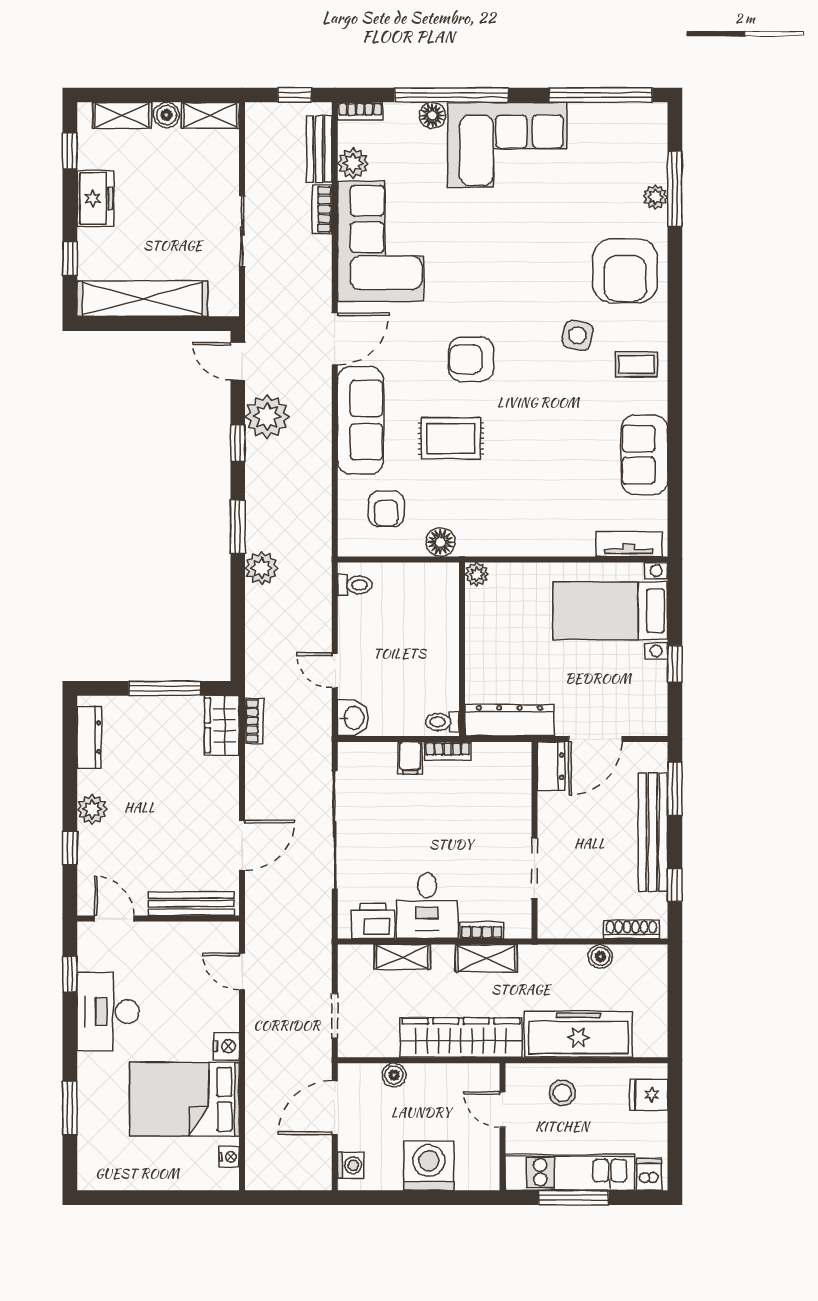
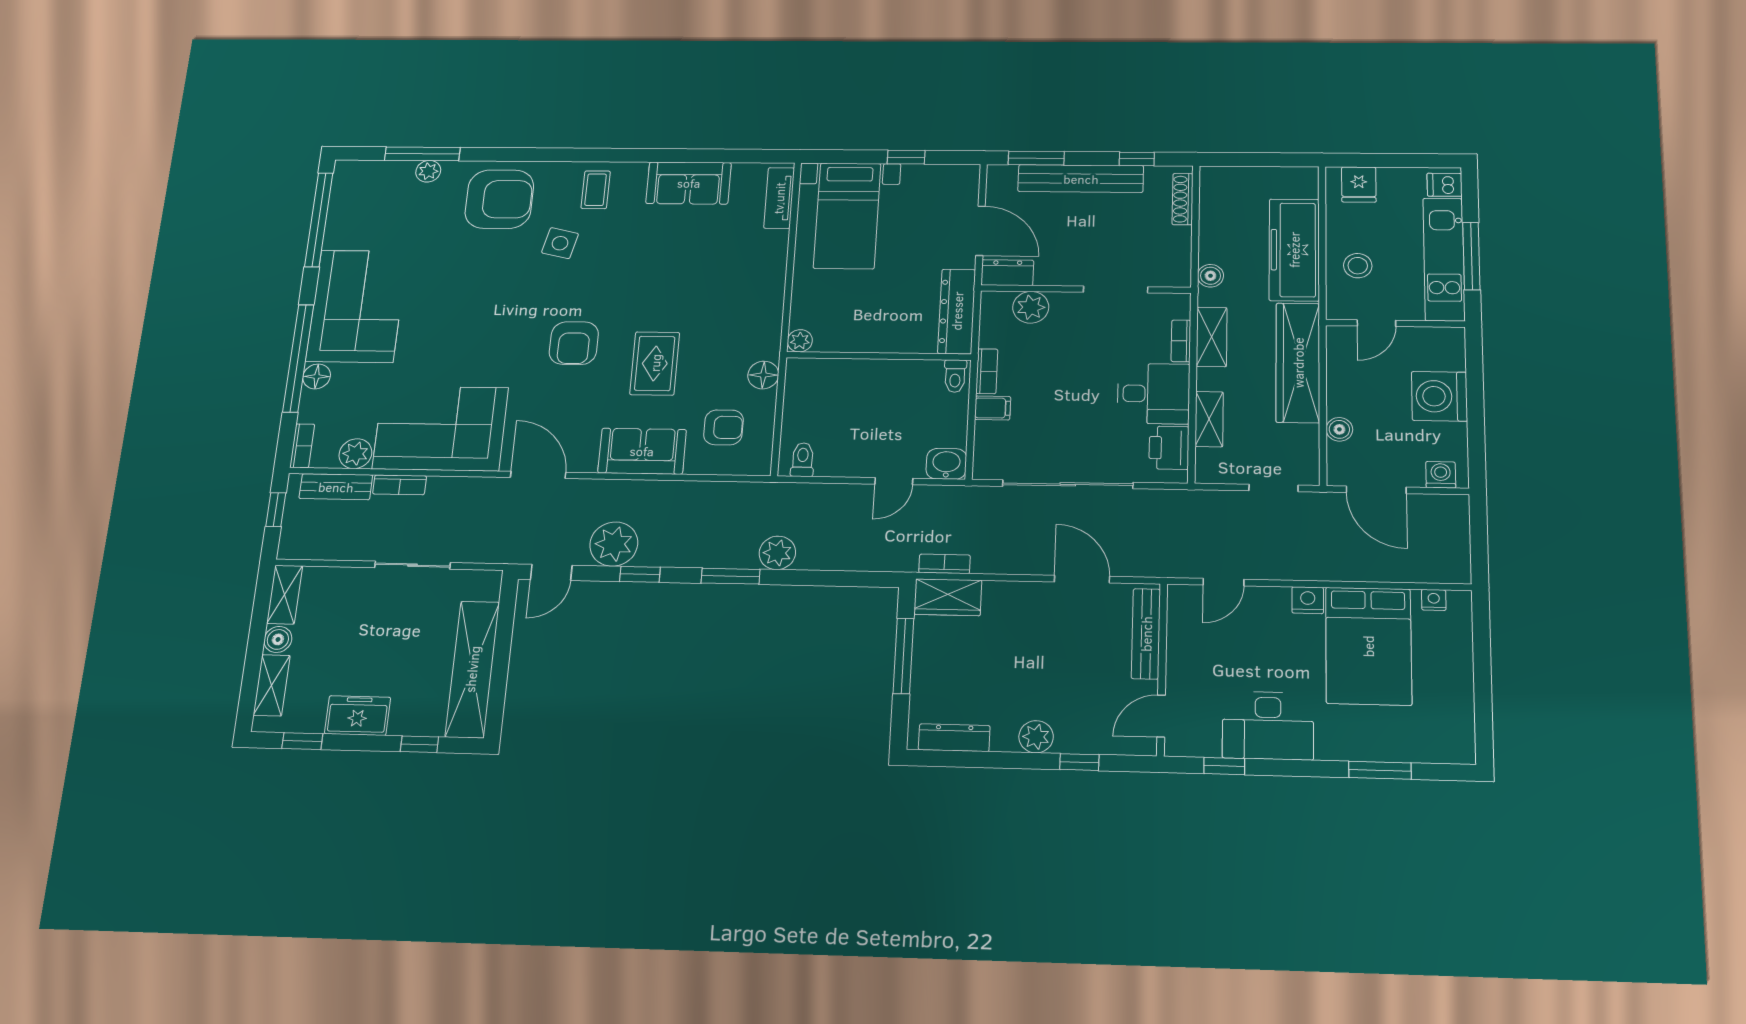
sofa: (361, 420) -> (642, 451), width x0.73
plant: (515, 790) -> (1031, 307), added
boiler: (600, 956) -> (1210, 276), moved

